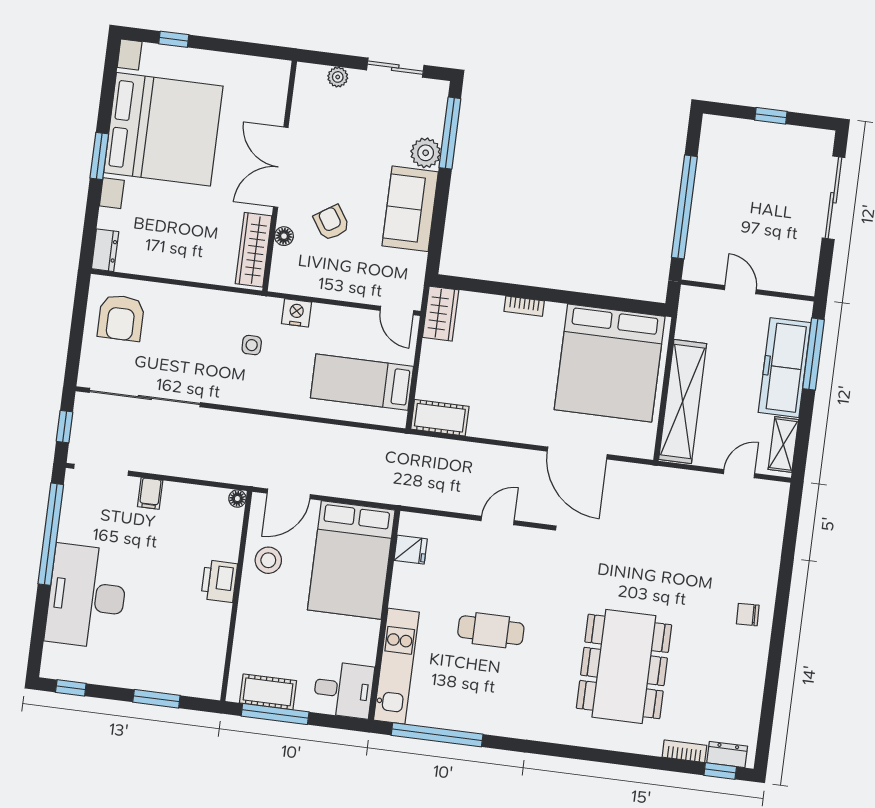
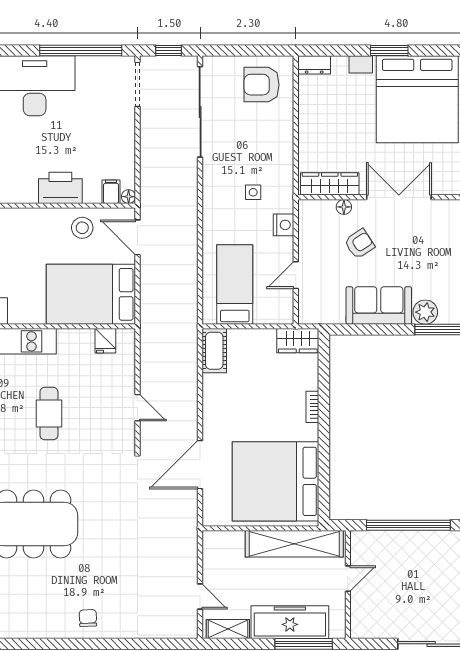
door: (397, 310) -> (296, 275), moved
shelving: (683, 402) -> (294, 544), moved
filing cabinet: (150, 493) -> (111, 192), moved, turned 90
printer: (219, 581) -> (60, 188), width x1.37, depth x1.19

